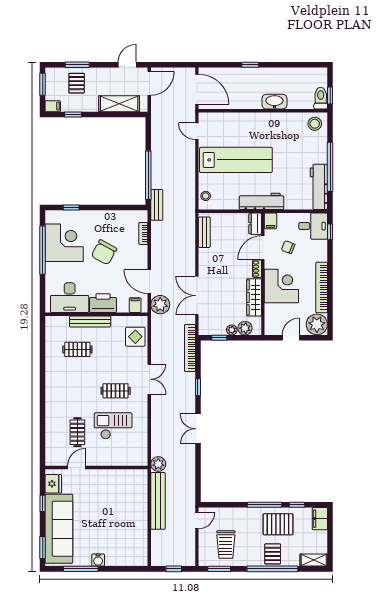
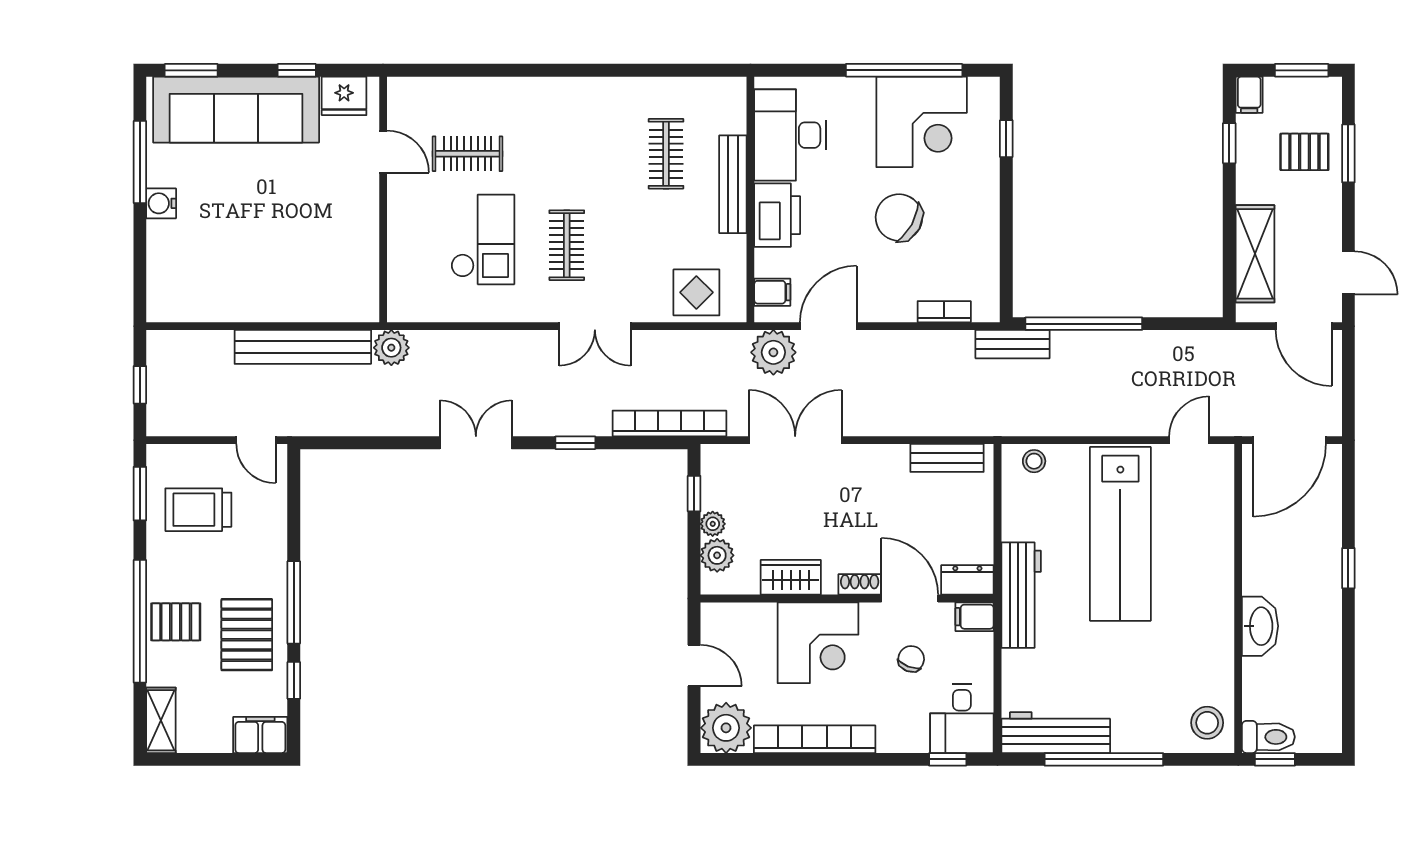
wardrobe: (254, 297) -> (791, 577), width x0.67

